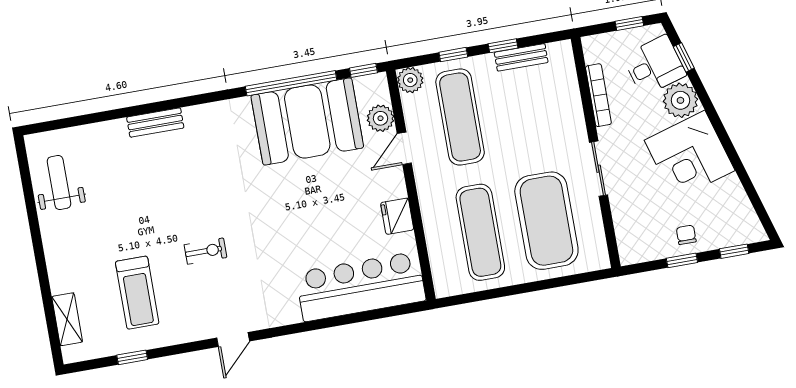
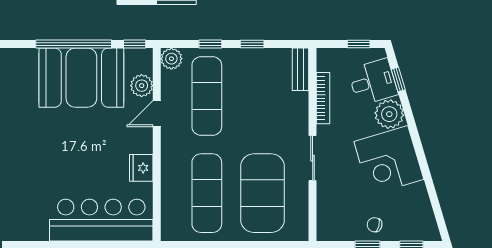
bench: (521, 57) -> (300, 69), moved, turned 90
chair: (686, 235) -> (375, 225), turned -76

